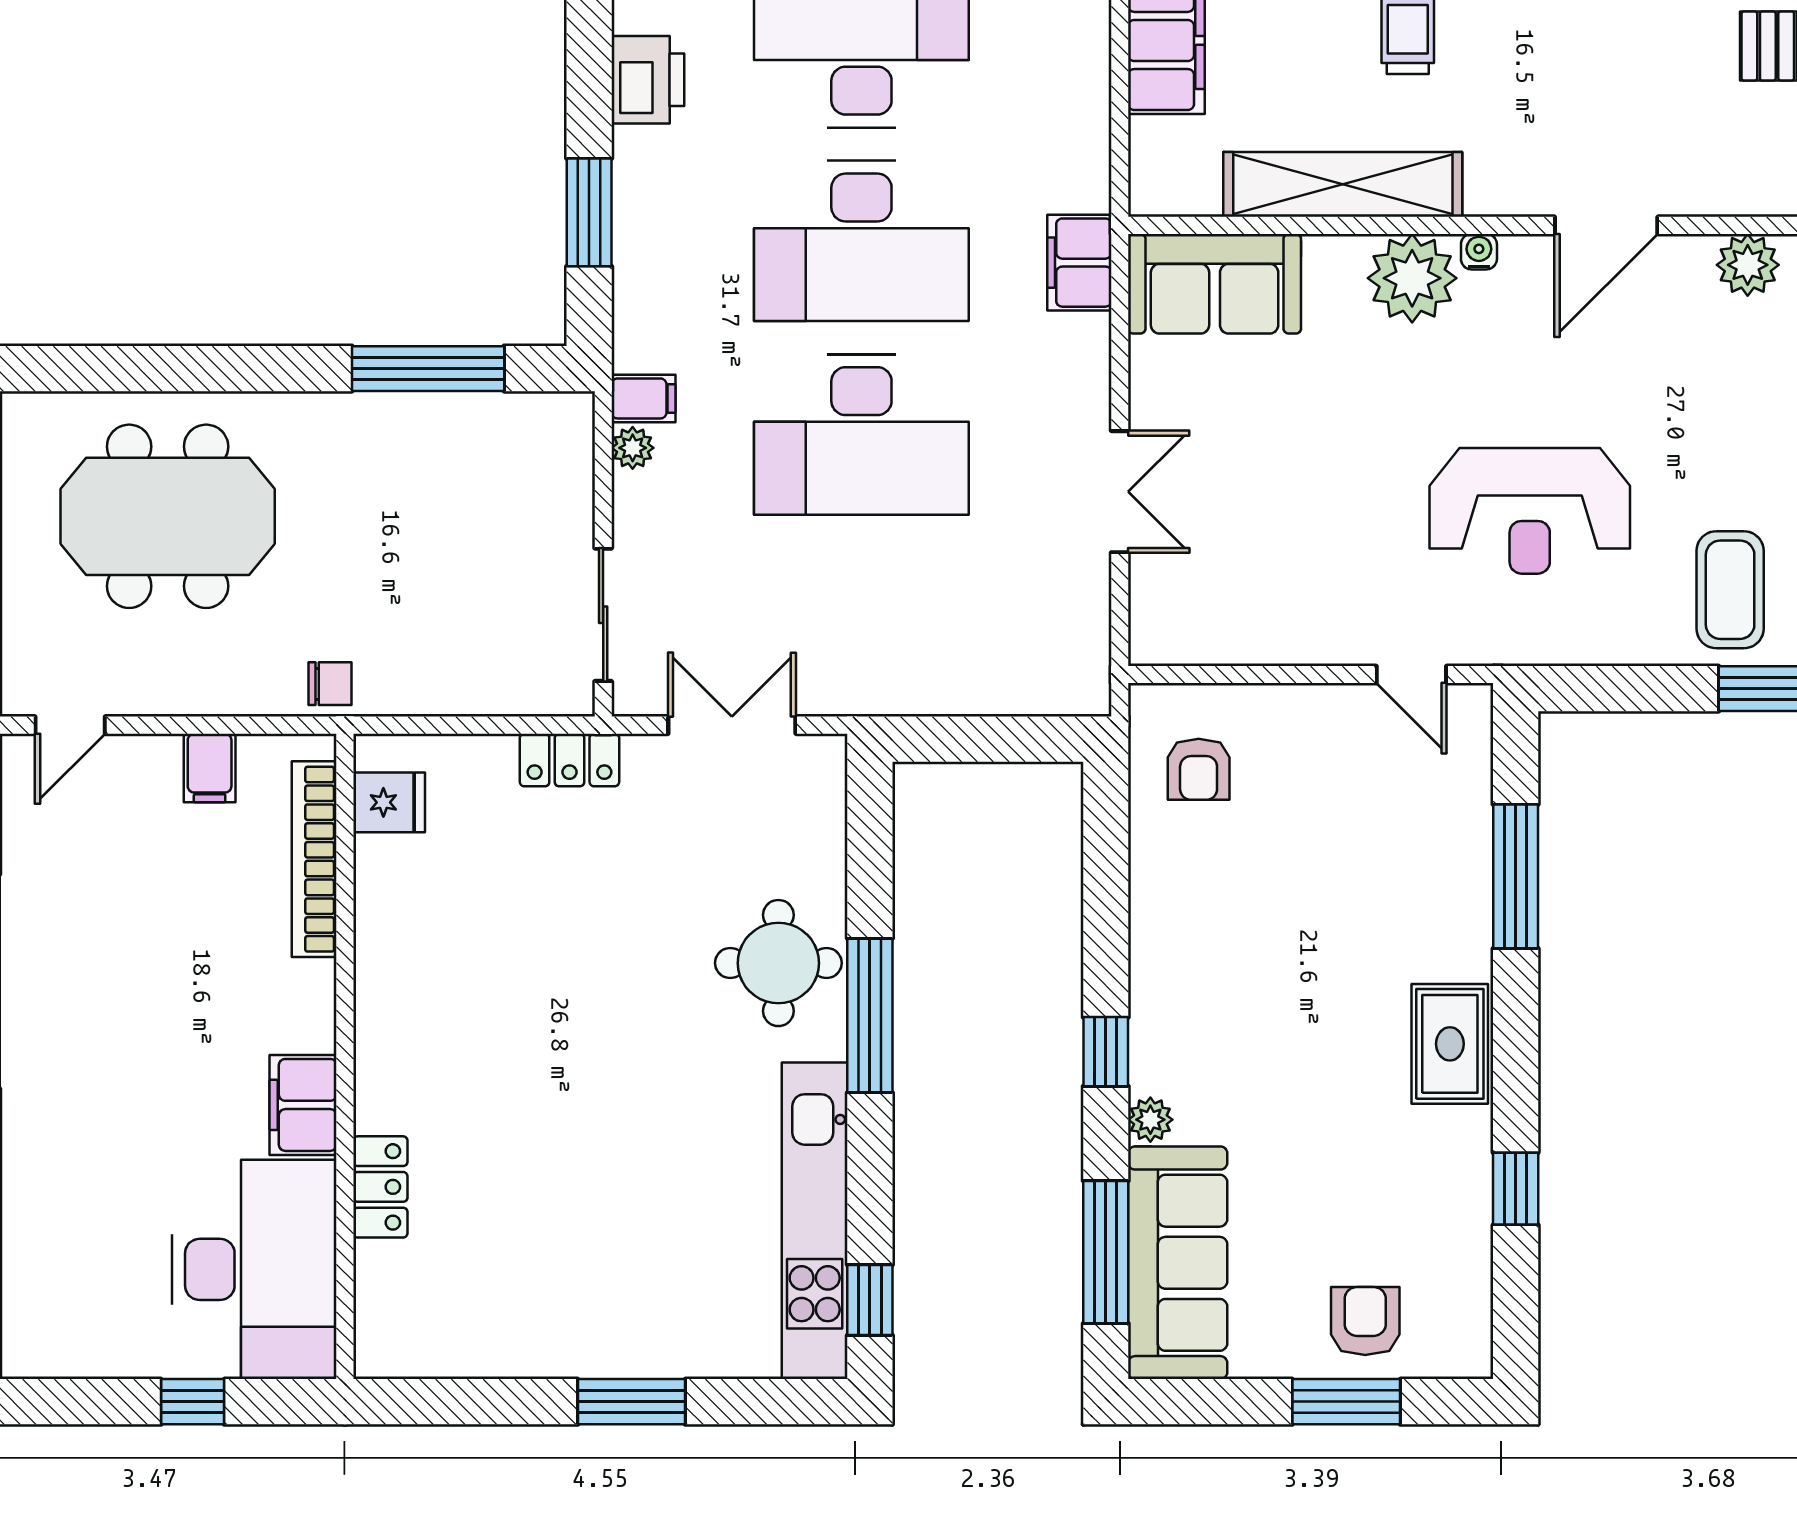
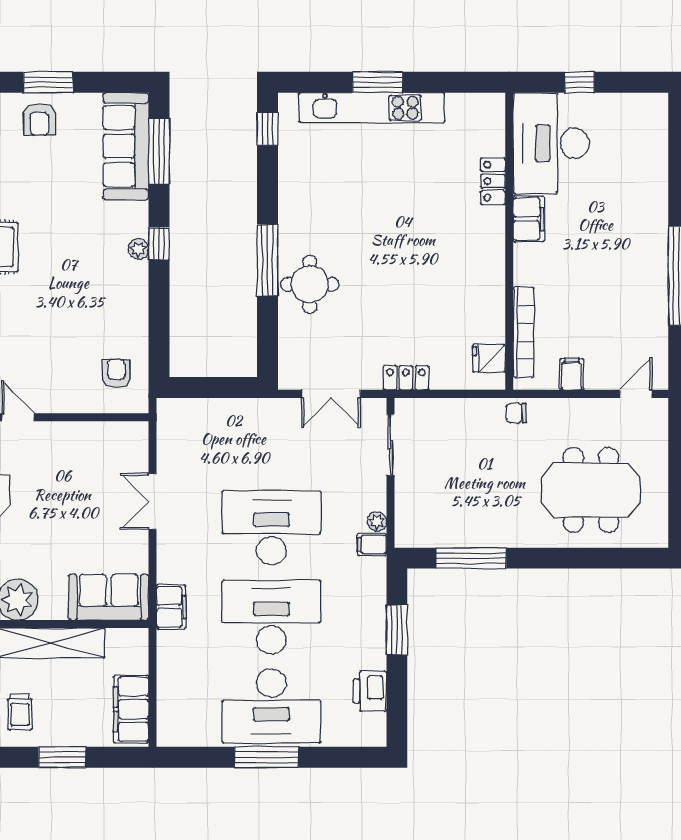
plant: (1150, 1120) -> (138, 249), moved
kitchen unit: (815, 1221) -> (372, 108), moved, turned 90

